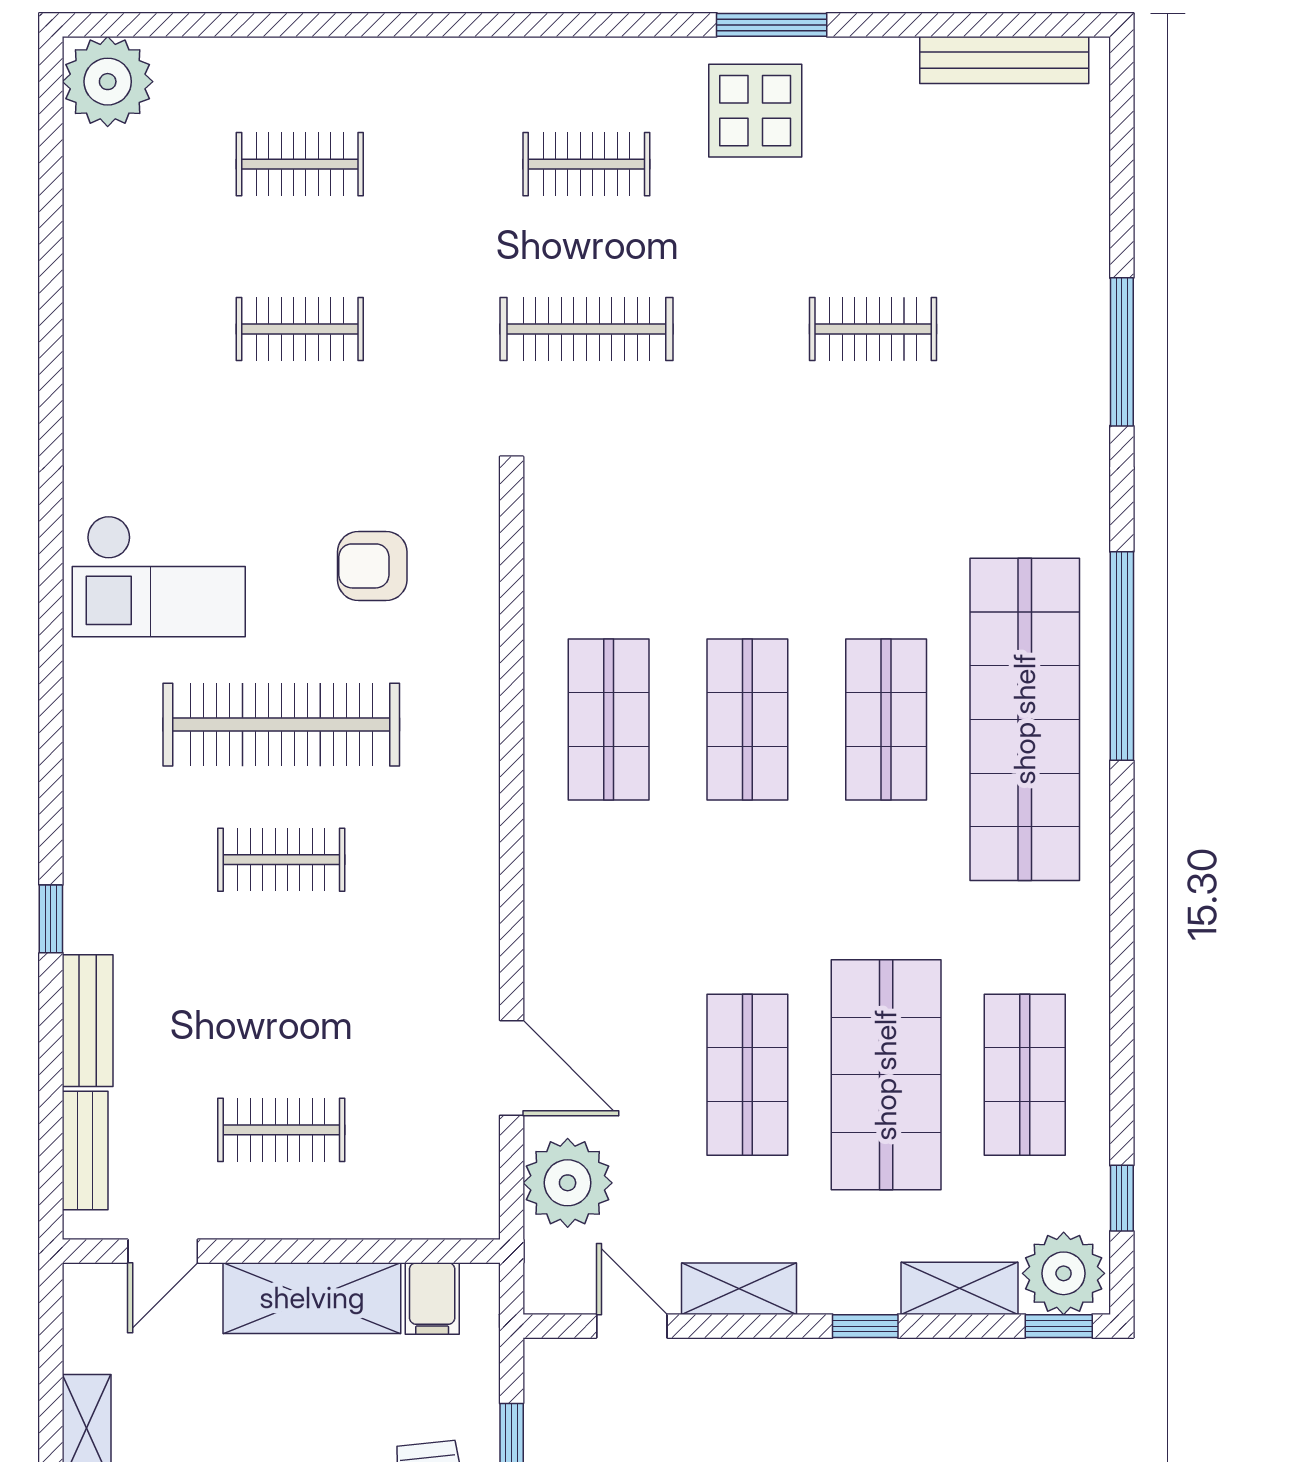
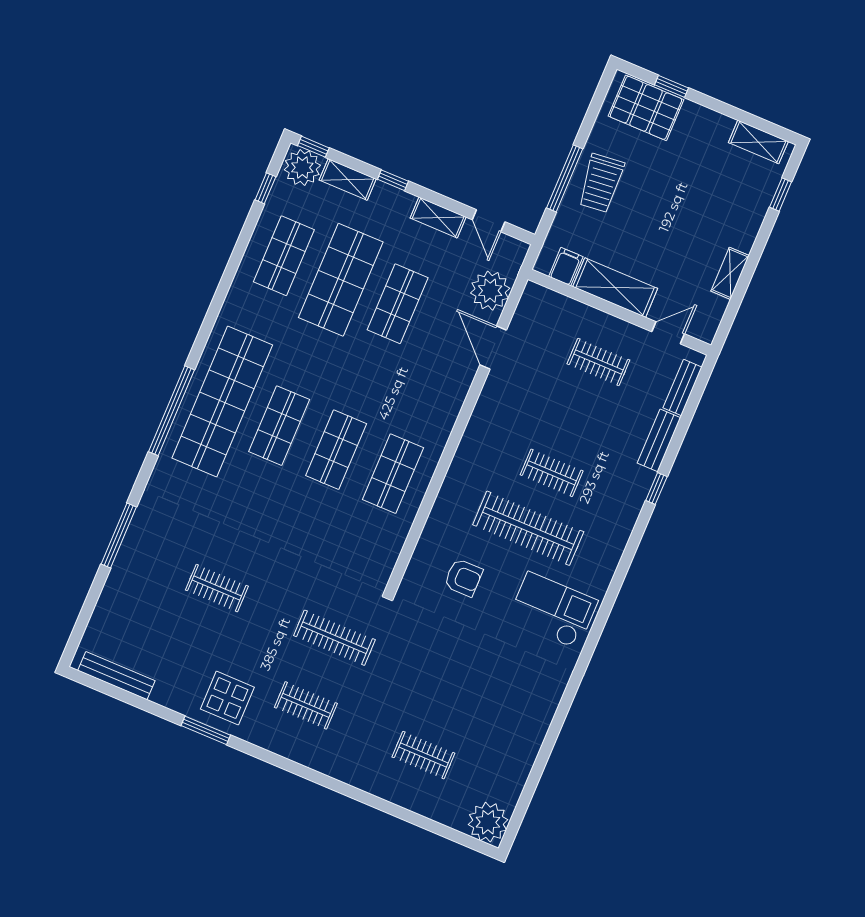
clothes rail: (300, 329) -> (452, 687), removed

